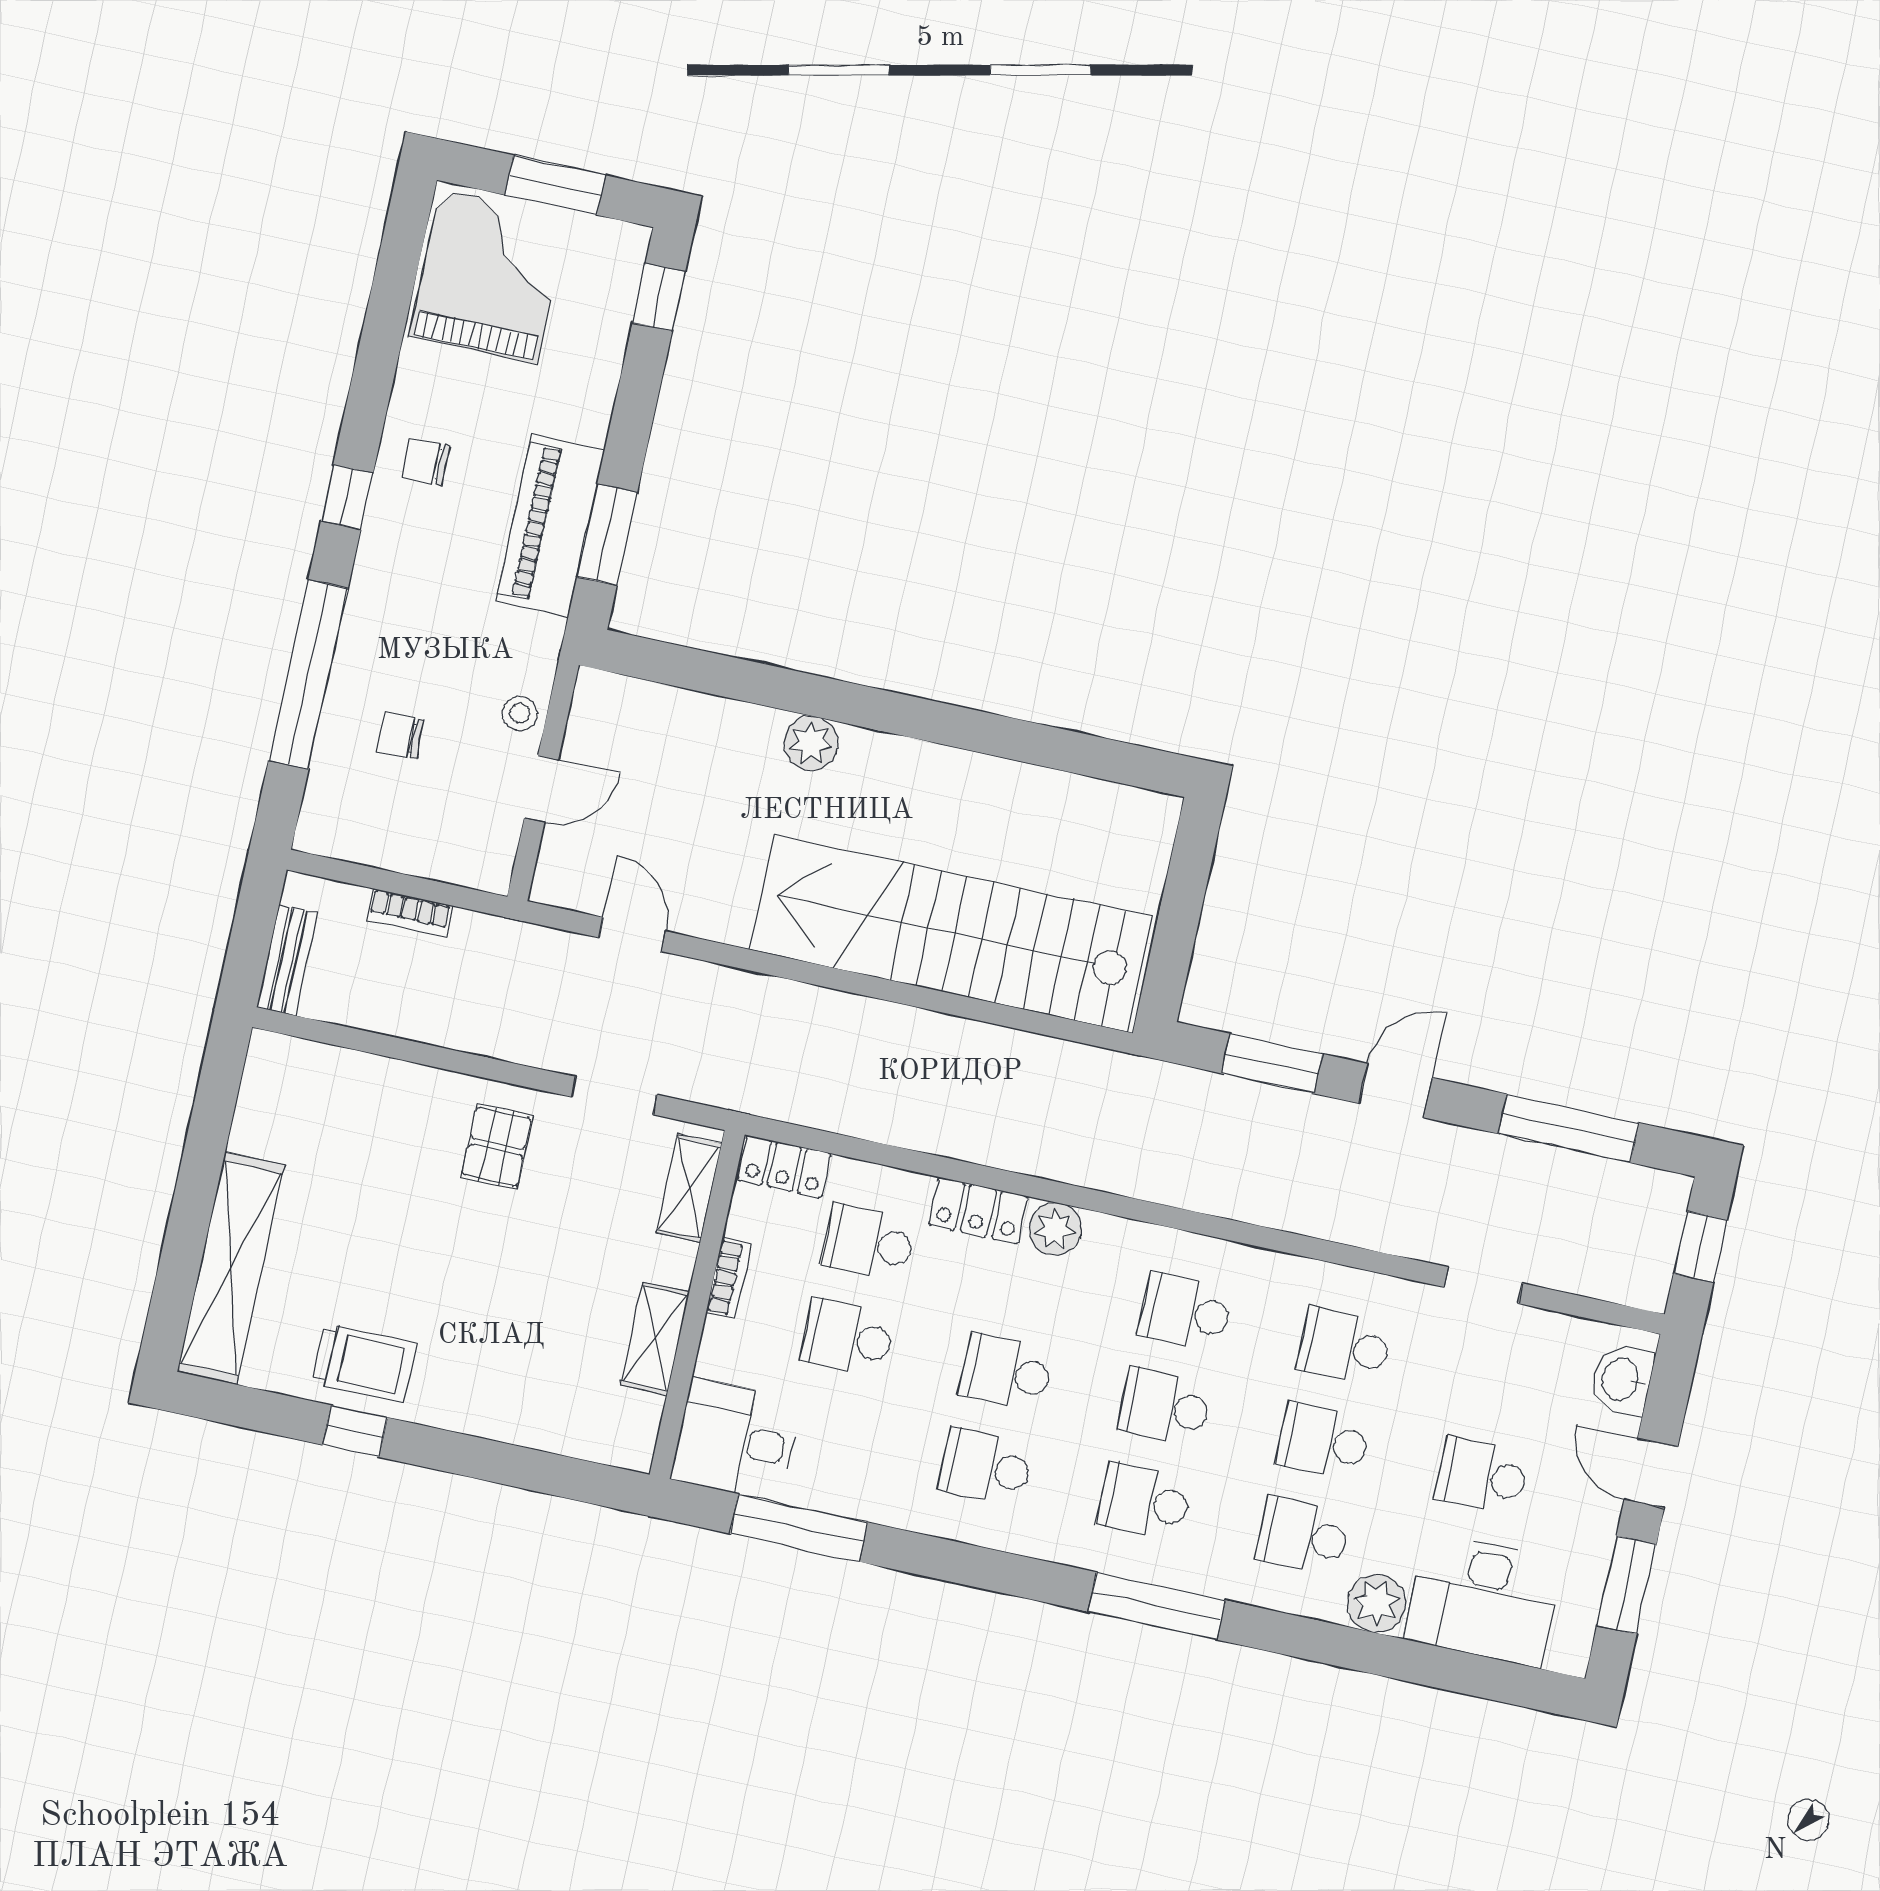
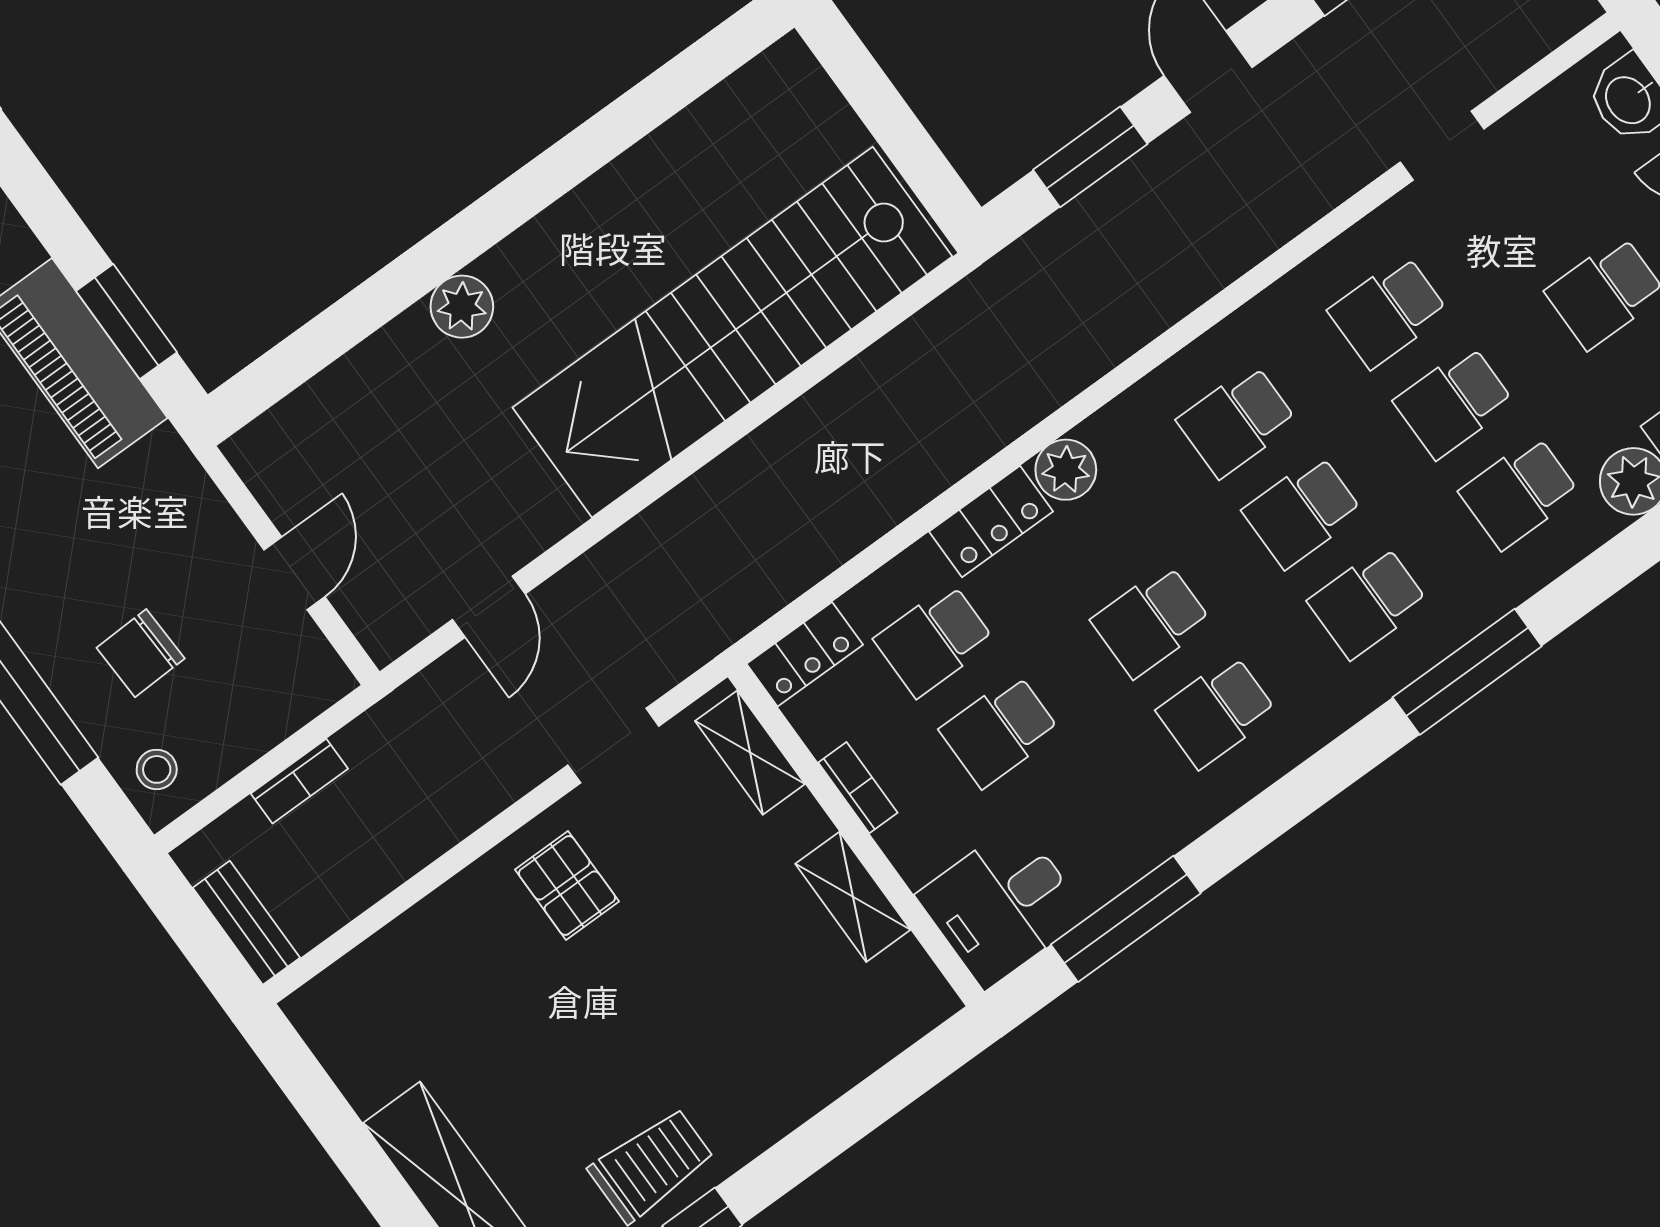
stool: (520, 713) -> (157, 769), moved
chair: (400, 736) -> (141, 653), width x1.37, depth x1.37
door: (632, 934) -> (489, 607), swing flipped

